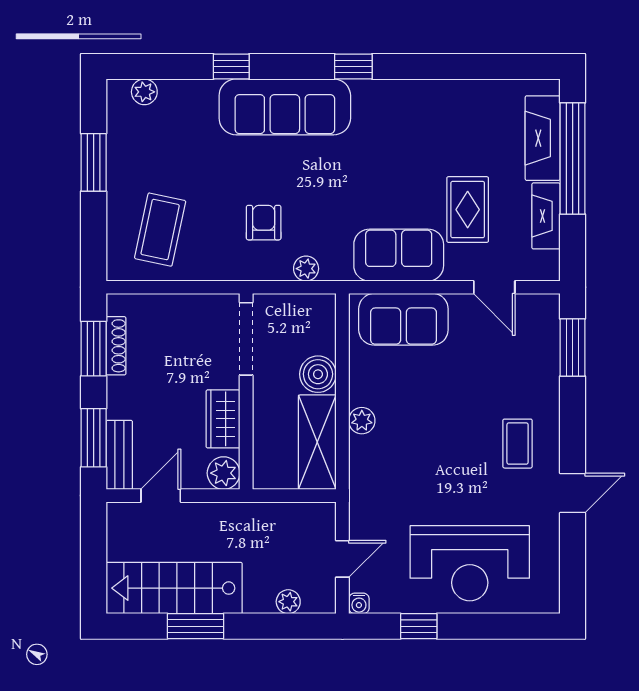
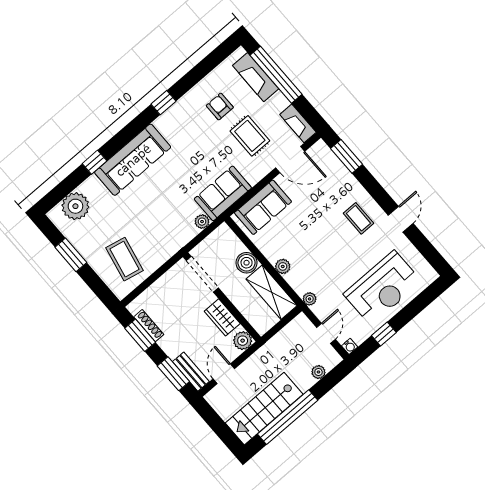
window: (353, 66) -> (163, 103), moved
plant: (144, 92) -> (75, 206), width x1.88, depth x1.88
fireplace: (546, 216) -> (298, 123), moved
armchair: (264, 223) -> (220, 106), moved
sofa: (399, 255) -> (223, 193), moved
door: (494, 287) -> (290, 160), width x1.38
plant: (360, 495) -> (310, 299), added
window: (196, 626) -> (288, 417), width x2.11

